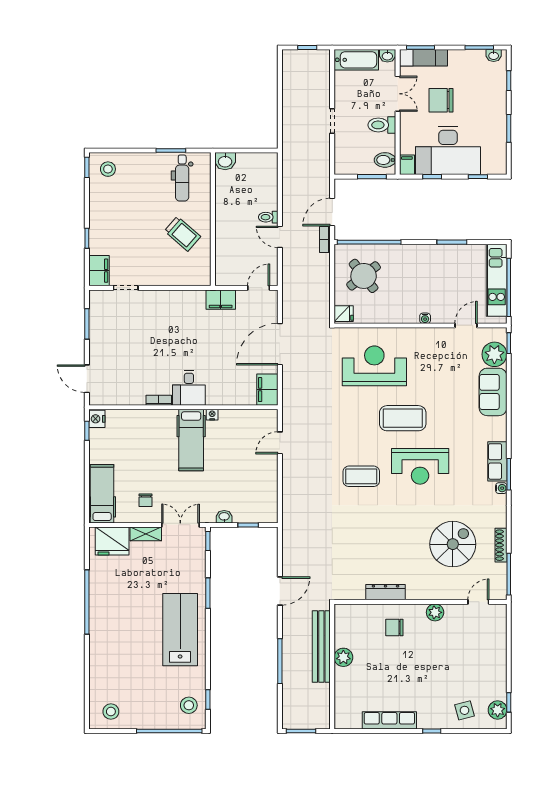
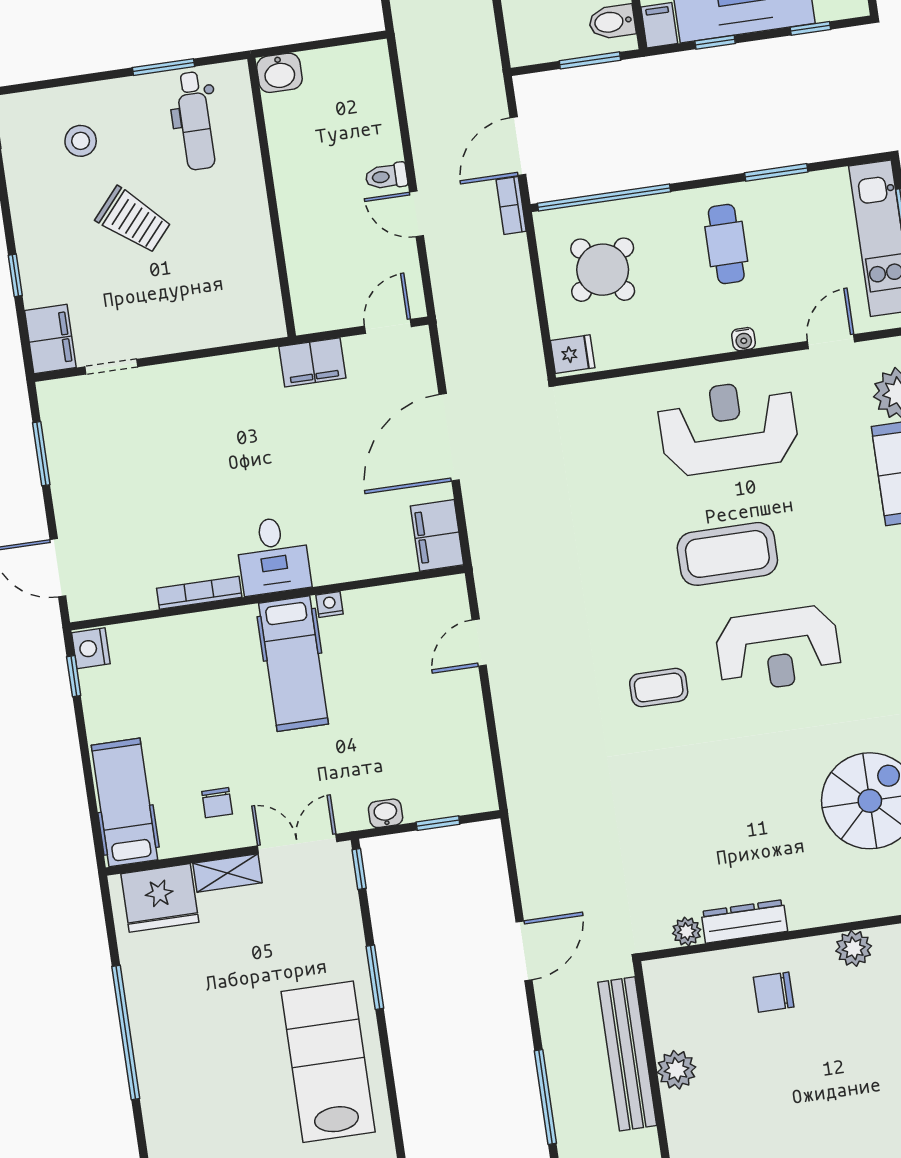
stool: (108, 169) -> (81, 141), moved
trolley: (183, 234) -> (133, 220), moved
cafe table: (423, 272) -> (726, 244), added
reception desk: (374, 366) -> (728, 427), moved
bookcase: (159, 400) -> (199, 593), width x1.56
coffee table: (361, 476) -> (659, 688), width x0.73, depth x0.77
plant: (358, 593) -> (687, 932), added

